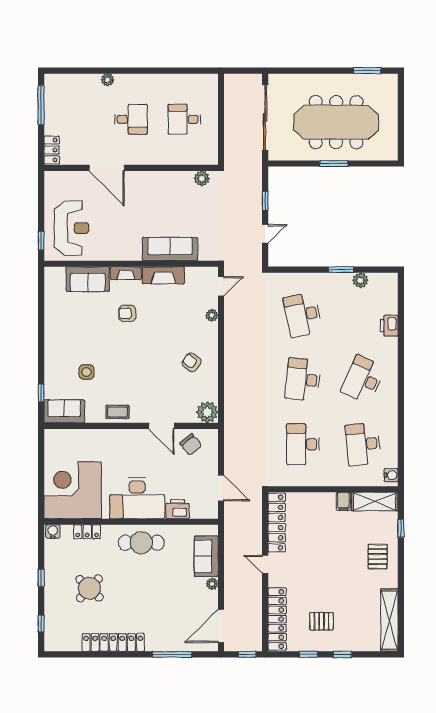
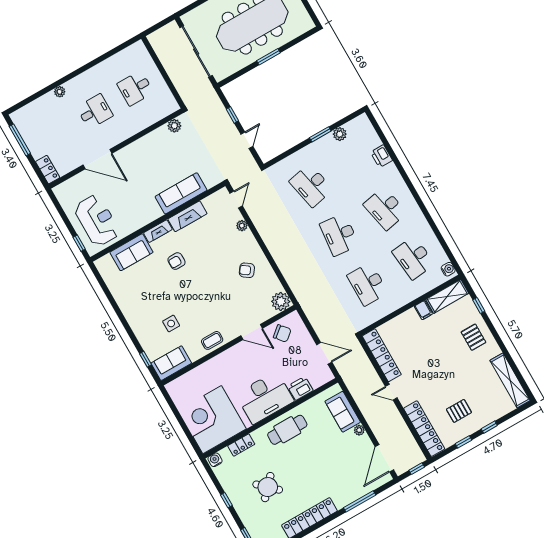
desk: (363, 379) -> (385, 209), turned -36

